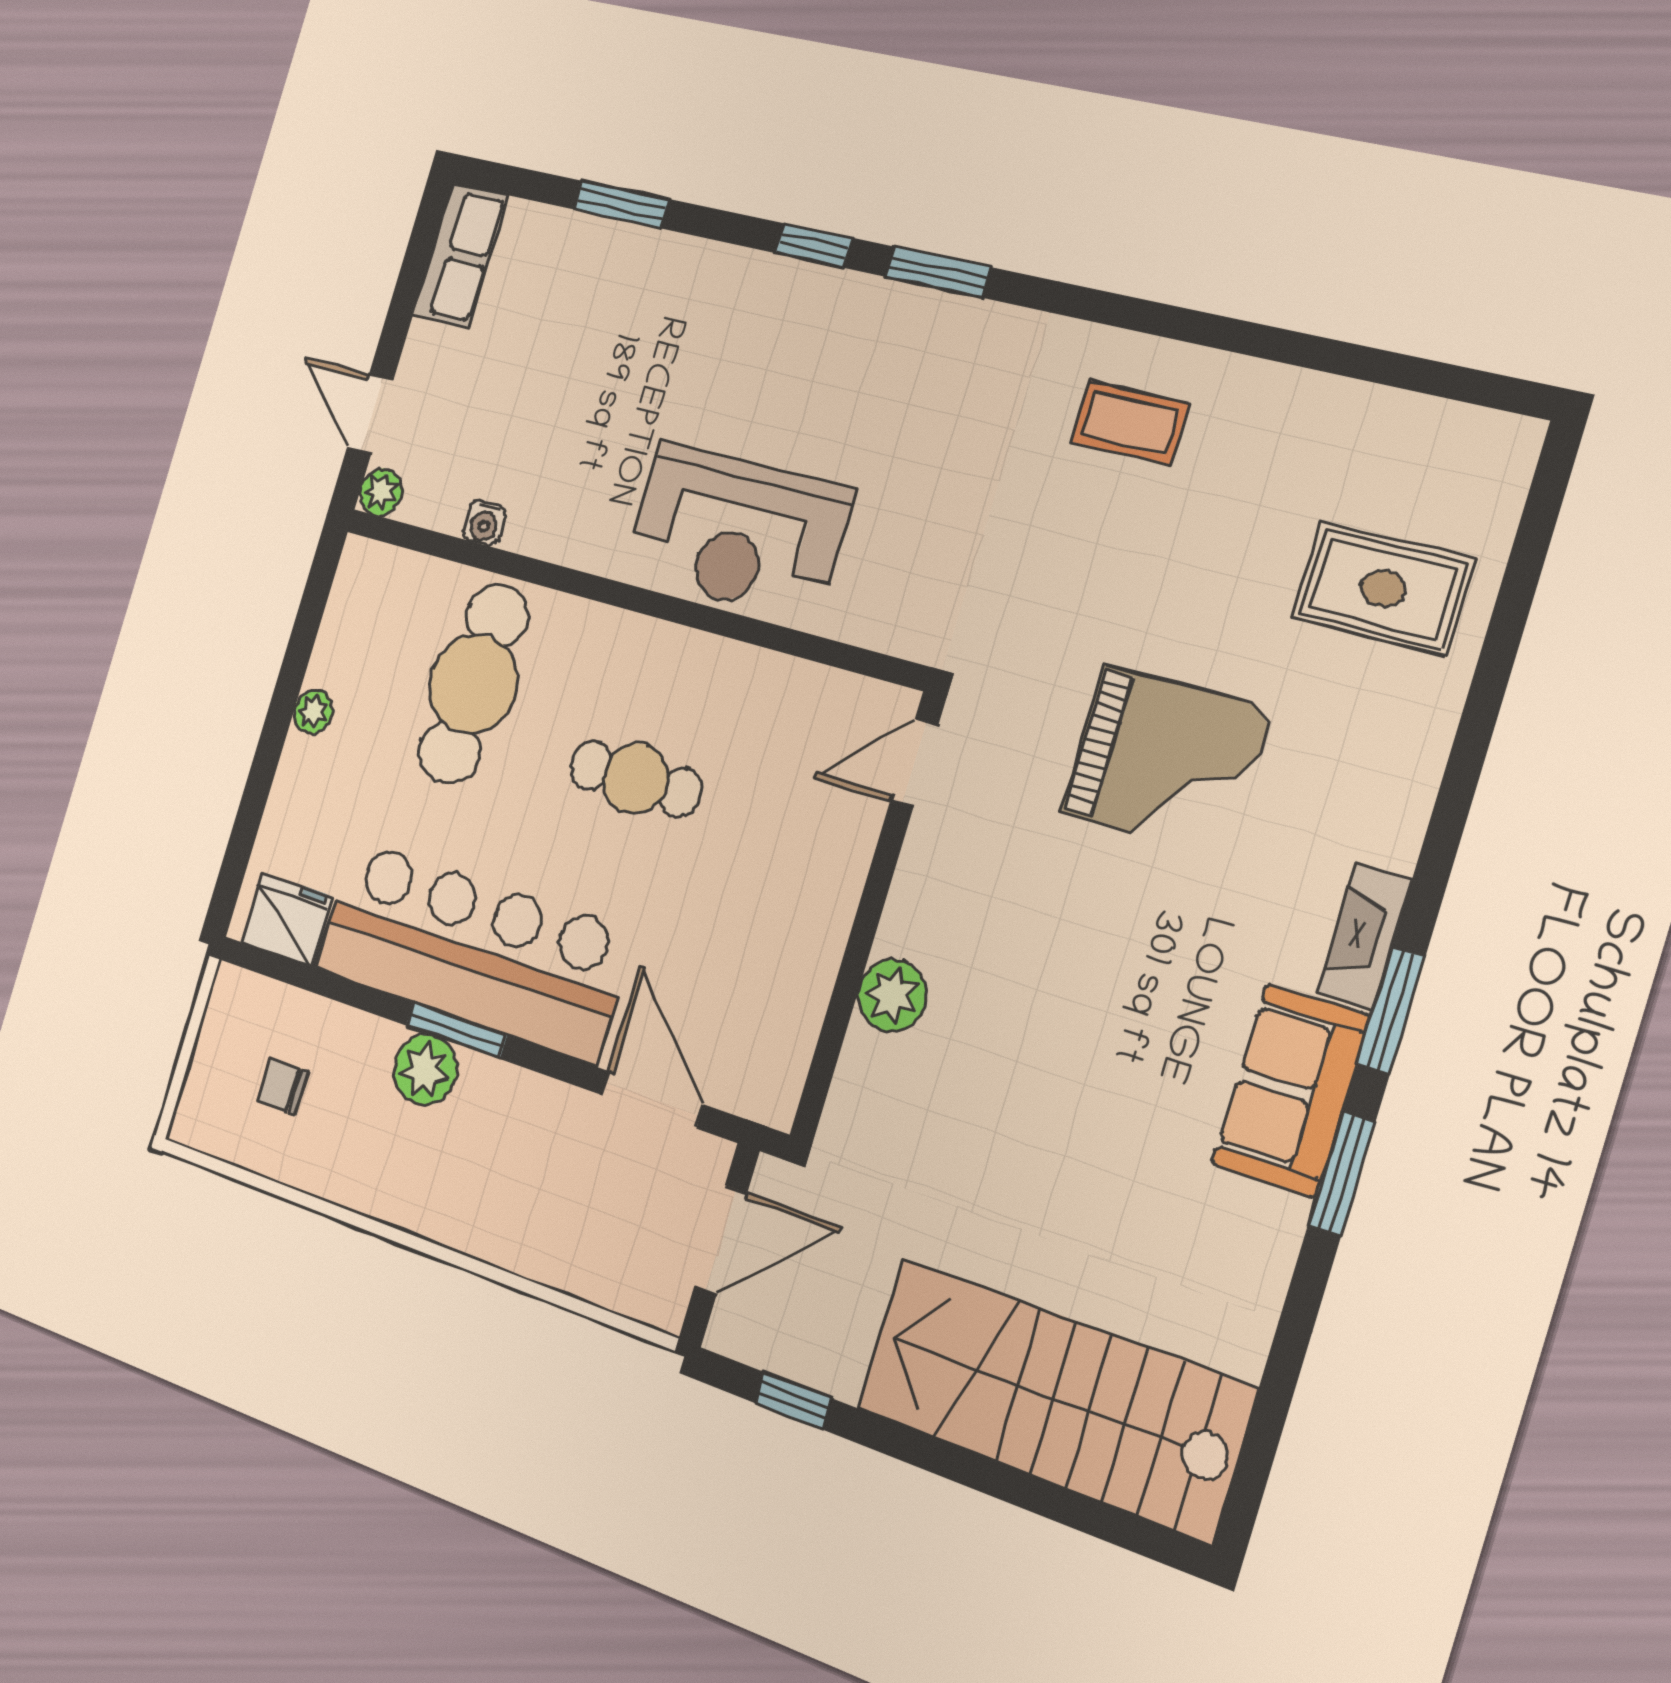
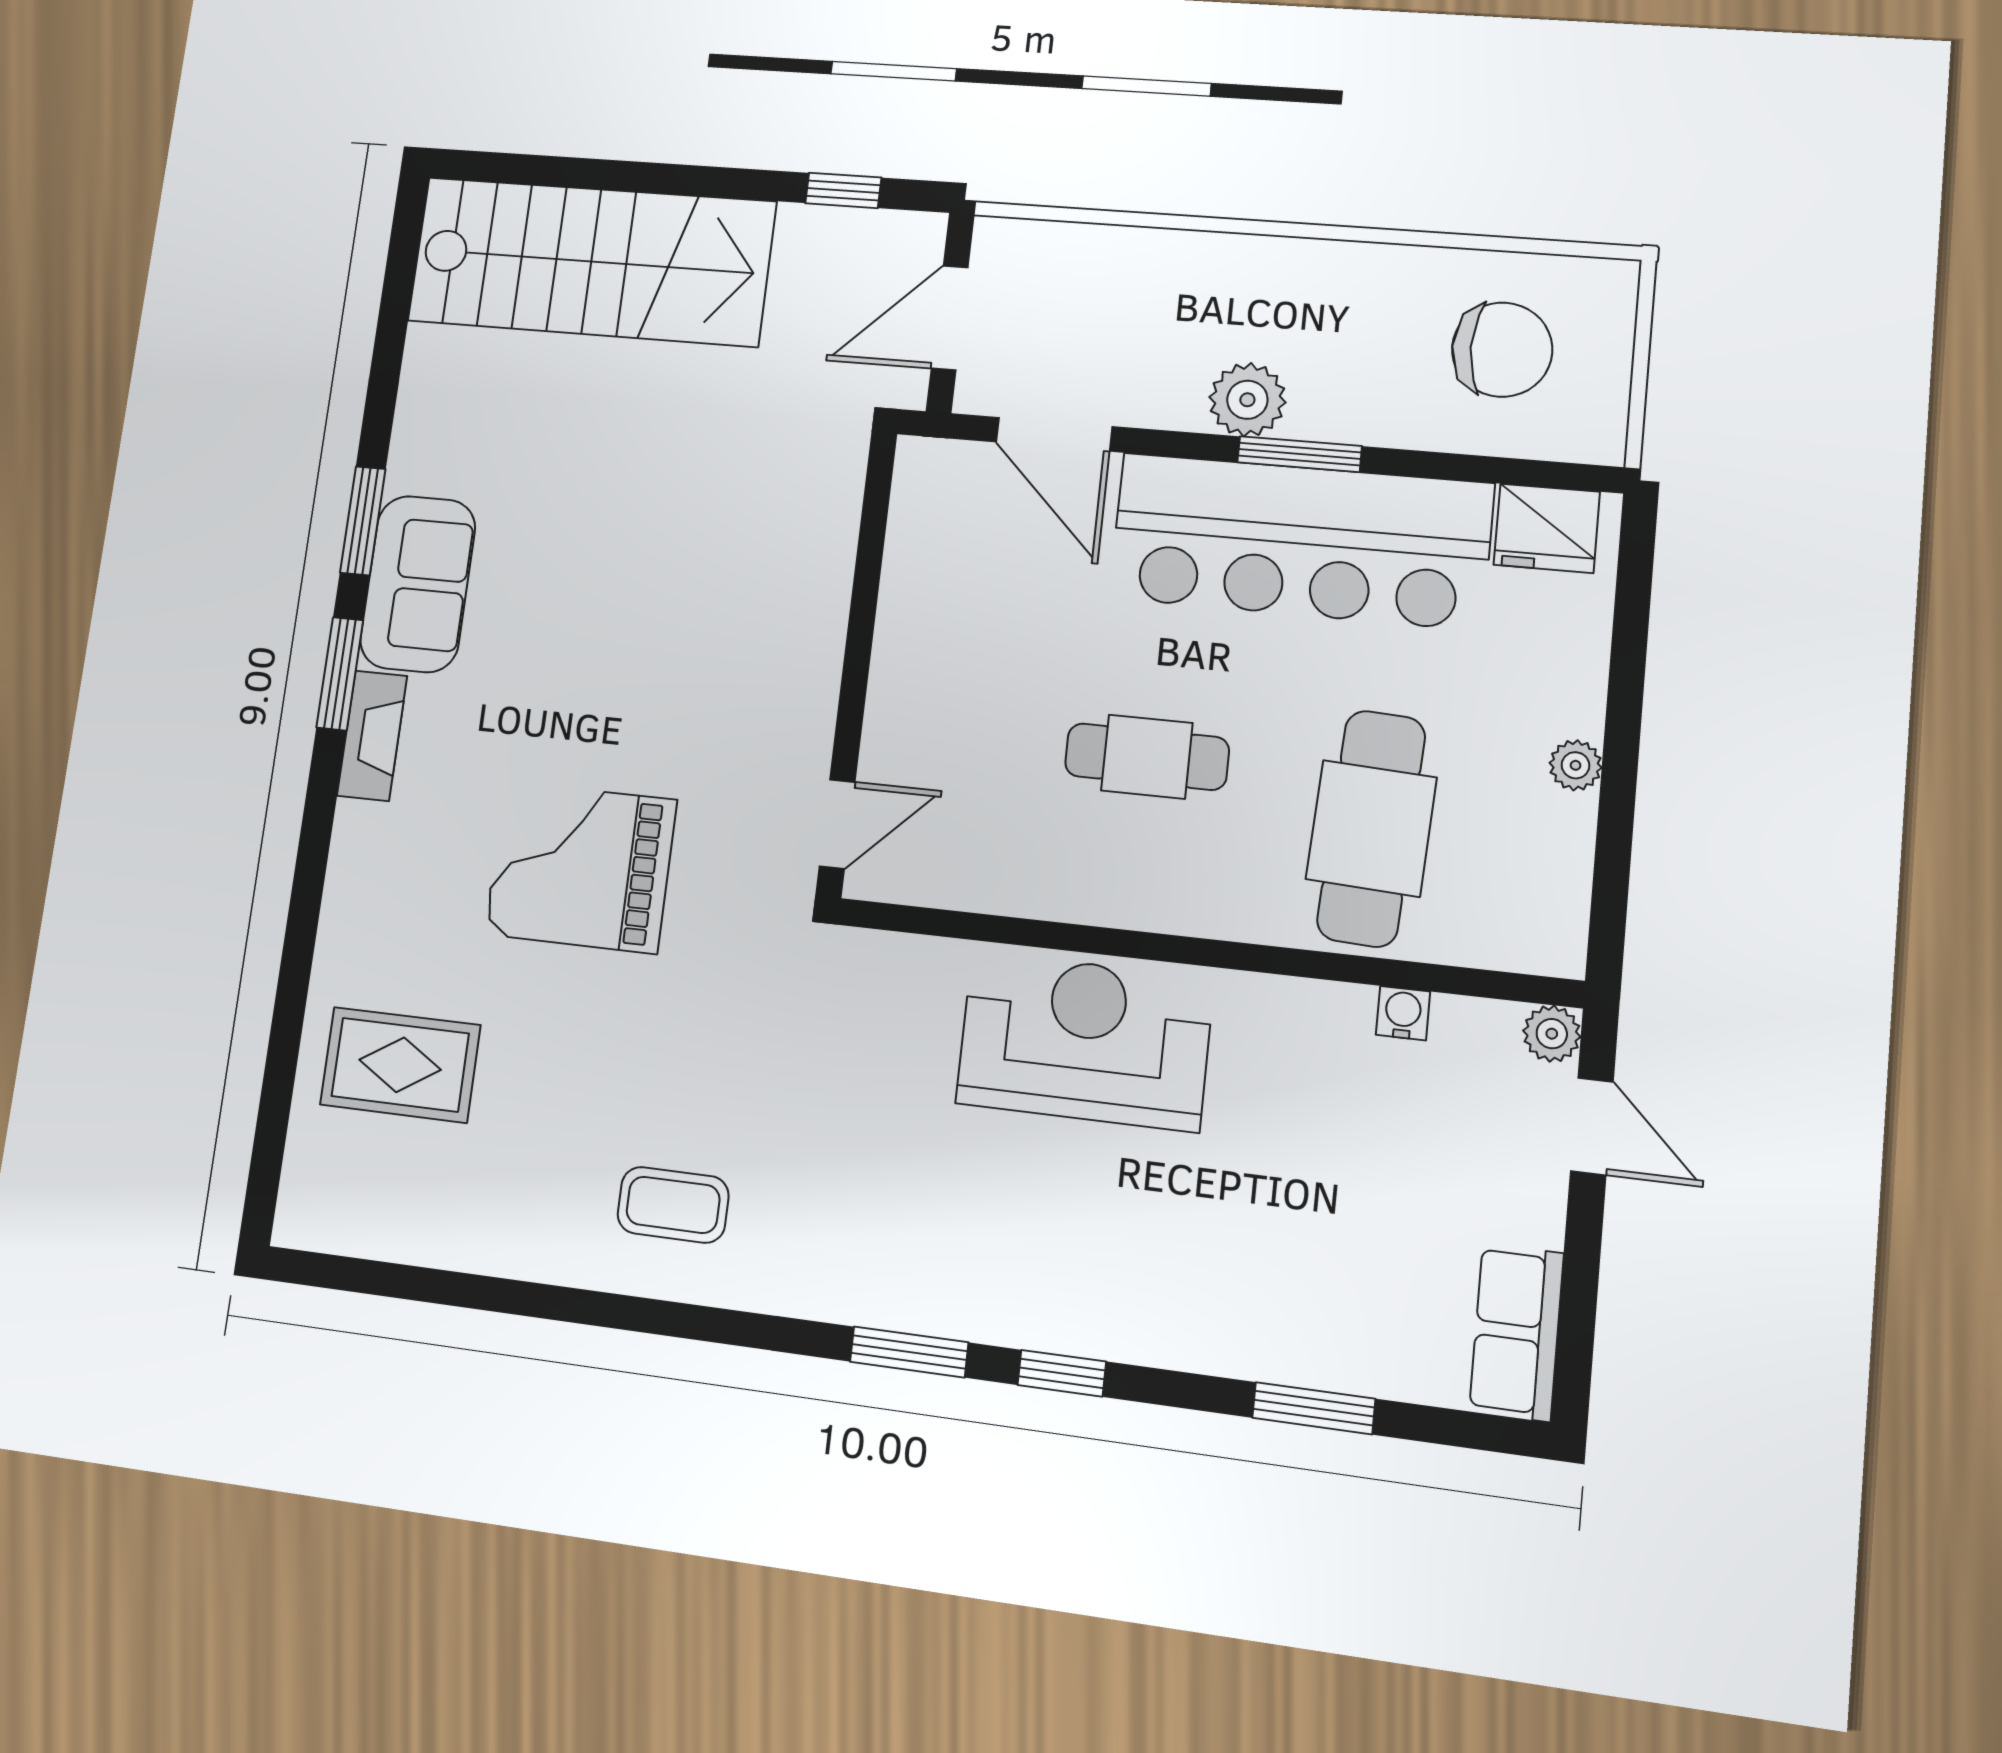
plant: (892, 995) -> (816, 590), removed
plant: (425, 1070) -> (1247, 400), moved
chair: (283, 1086) -> (1502, 350), width x1.87, depth x1.87

